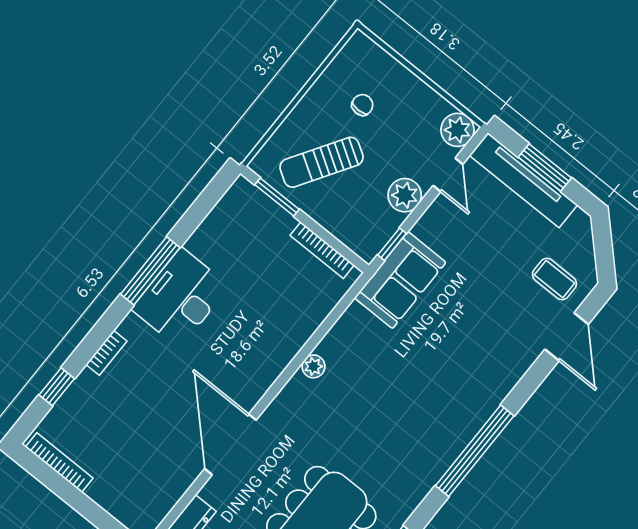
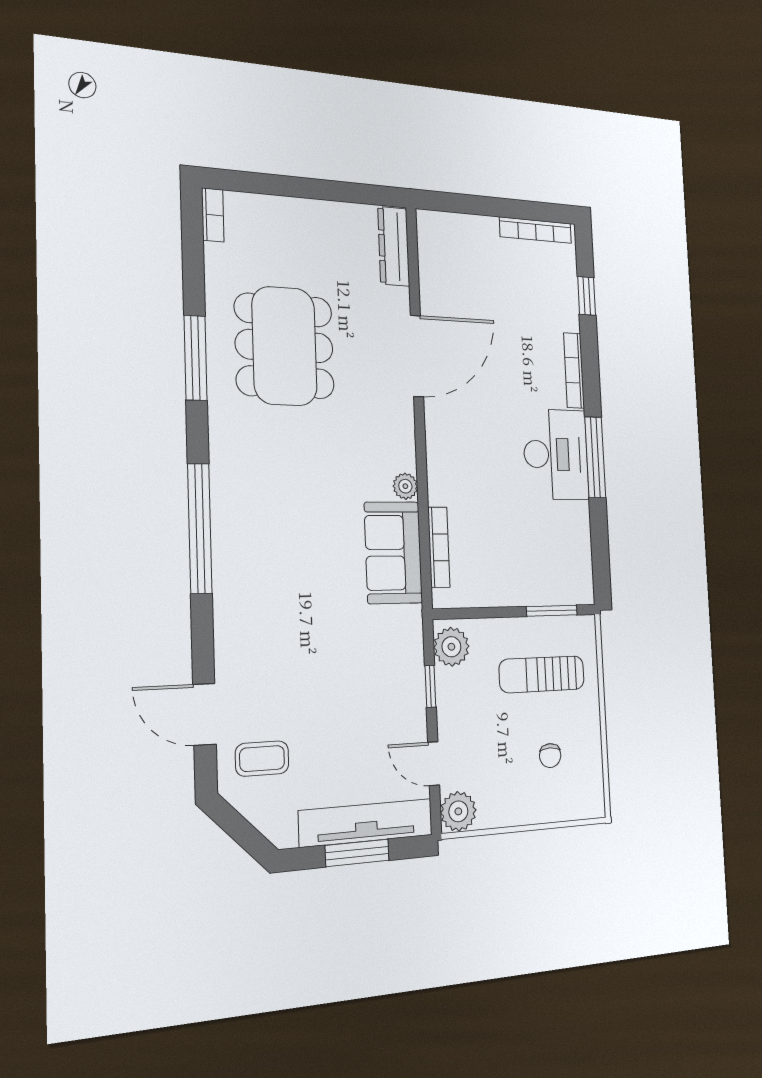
sun lounger: (322, 162) -> (542, 674), turned -122
plant: (405, 195) -> (451, 647), moved
window: (392, 244) -> (430, 686), moved
bookcase: (322, 250) -> (439, 547), moved, turned 90
sofa: (400, 280) -> (393, 553), moved
bookcase: (106, 353) -> (574, 370), width x1.56
door: (230, 444) -> (417, 356), hinge flipped

